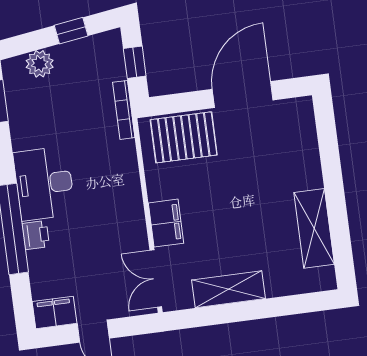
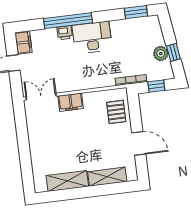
plant: (40, 64) -> (161, 54), moved
door: (243, 95) -> (139, 143), width x0.73
pallet: (184, 137) -> (116, 112), width x0.67, depth x0.71
shelving: (229, 289) -> (107, 177), moved, turned 90

